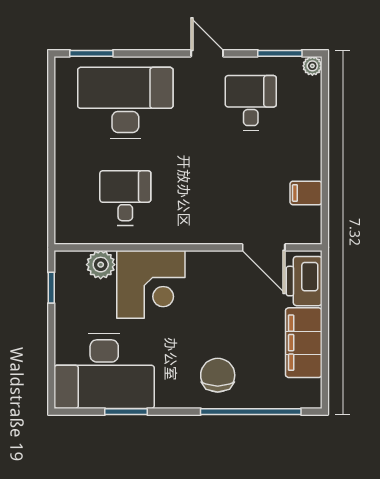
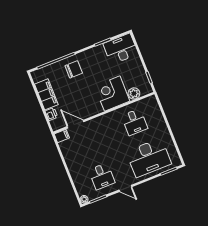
filing cabinet: (306, 193) -> (62, 136), moved
printer: (304, 281) -> (51, 114), width x0.53, depth x0.68
desk: (104, 371) -> (121, 49), width x0.73, depth x0.77
chair: (218, 375) -> (74, 69), turned -90

